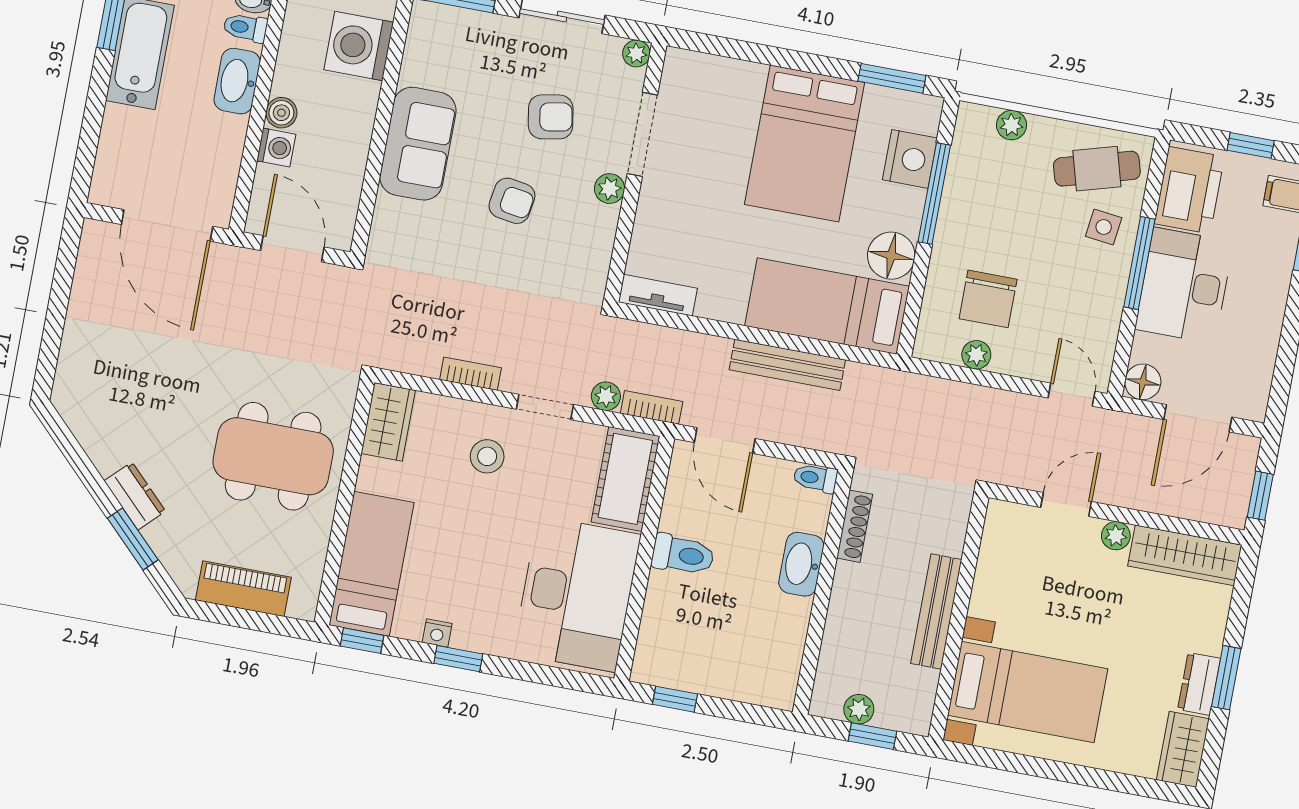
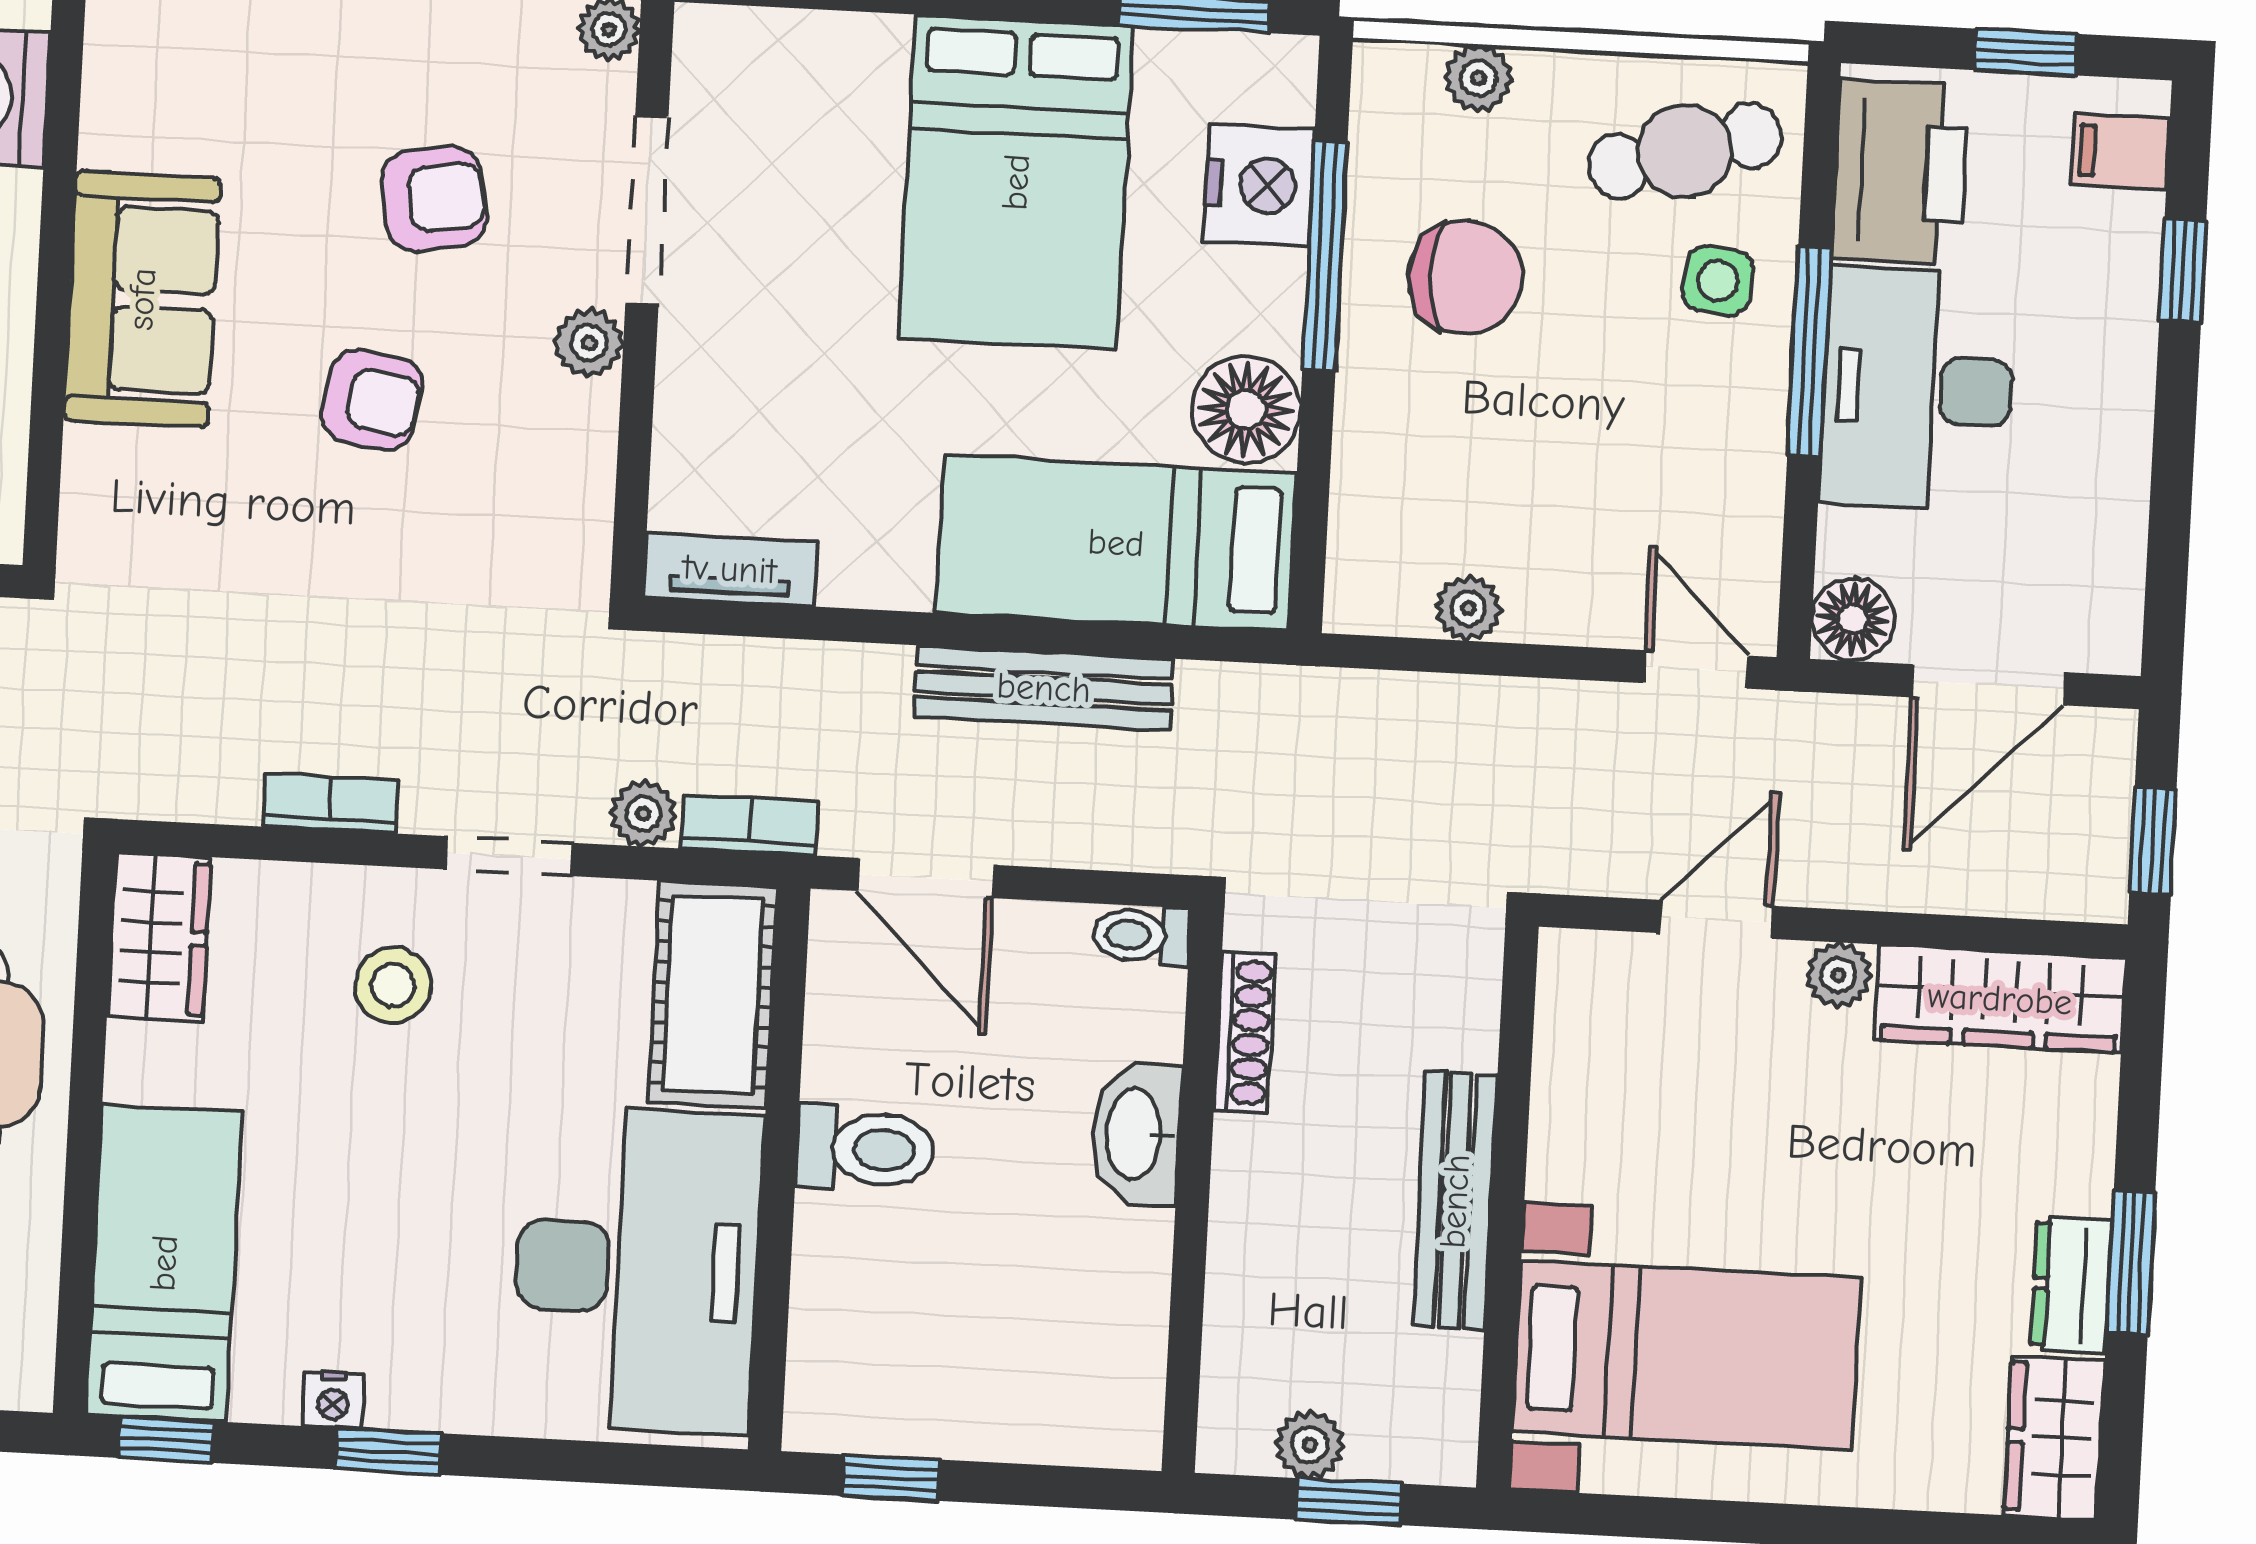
chair: (988, 299) -> (1465, 277), moved, turned -90

